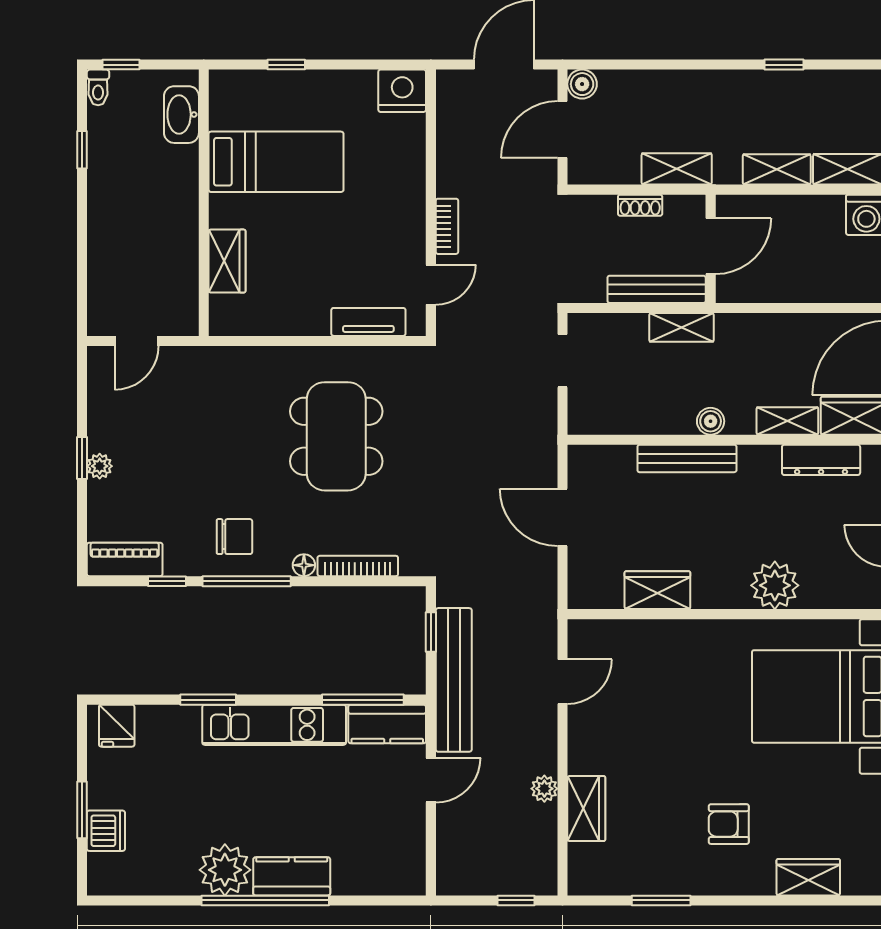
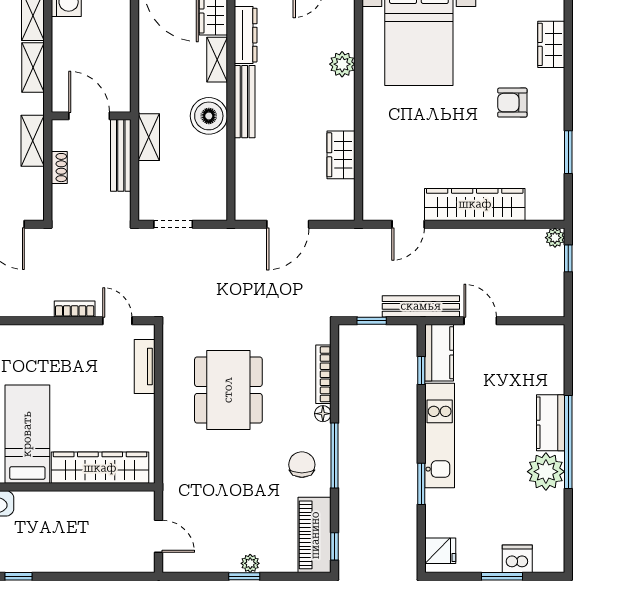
wardrobe: (227, 261) -> (100, 468), width x2.10, depth x1.17
boiler: (711, 421) -> (209, 116), width x1.86, depth x1.86
dining table: (336, 436) -> (228, 390), turned 90
bench: (687, 458) -> (245, 102), moved
piano: (125, 559) -> (315, 535), width x1.37, depth x1.33
window: (167, 581) -> (335, 546), moved
plant: (775, 585) -> (342, 64), width x0.73, depth x0.73
bench: (454, 680) -> (421, 306), width x0.73, depth x0.82
door: (563, 682) -> (408, 224), swing flipped
window: (363, 700) -> (421, 371), width x0.46
plant: (544, 789) -> (555, 238), moved
wardrobe: (586, 809) -> (475, 204), width x2.10, depth x1.17
armchair: (729, 824) -> (512, 103), turned 90

